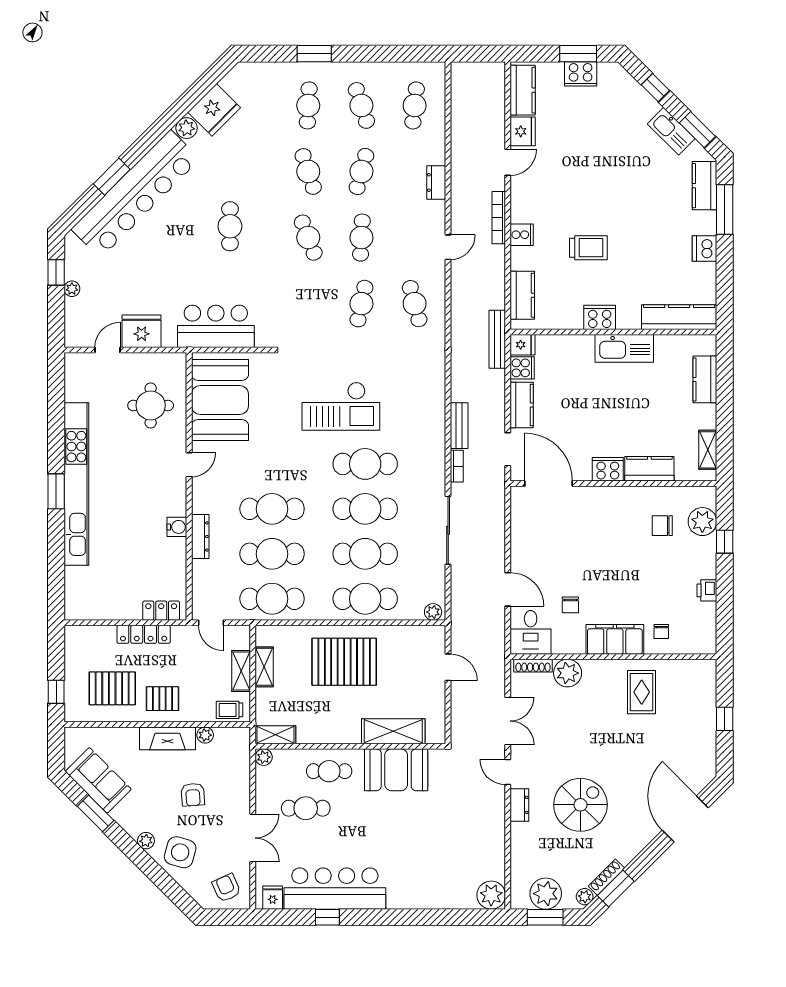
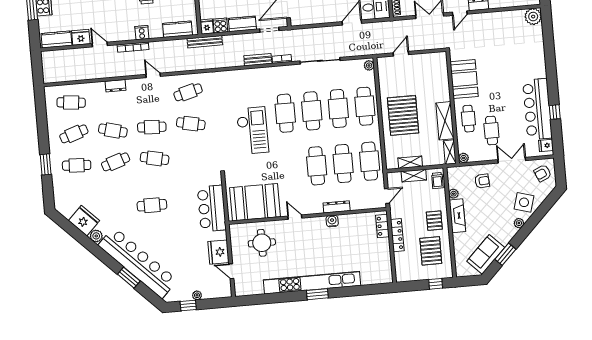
cafe table: (308, 238) -> (155, 158), turned 33
shelving: (393, 731) -> (445, 121), moved
armchair: (193, 795) -> (482, 181), moved

